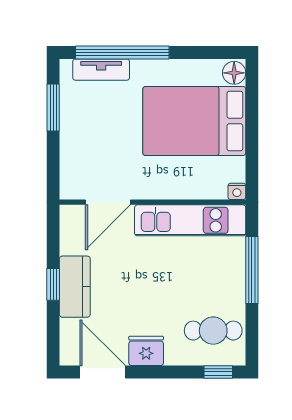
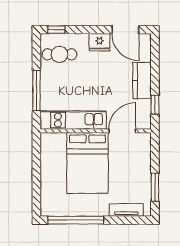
window: (122, 52) -> (76, 220), moved
floor lamp: (234, 73) -> (47, 208), removed
bed: (194, 121) -> (88, 163), moved, turned 90
nightstand: (237, 191) -> (45, 137), removed
window: (53, 284) -> (155, 105), moved

